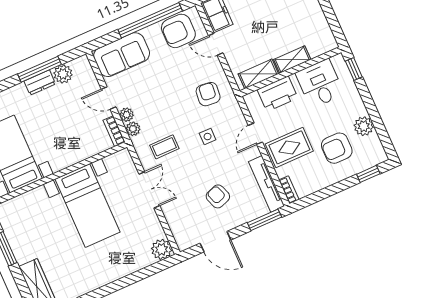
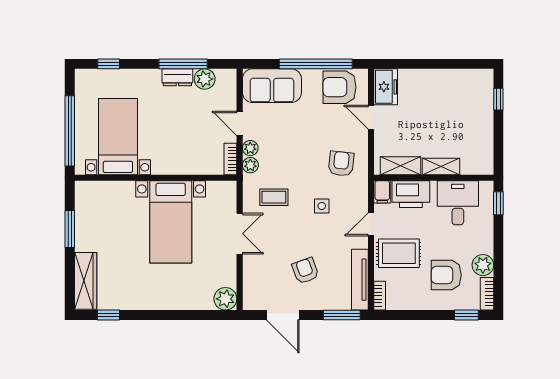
filing cabinet: (253, 102) -> (382, 192), added
bookcase: (378, 149) -> (487, 294), added

